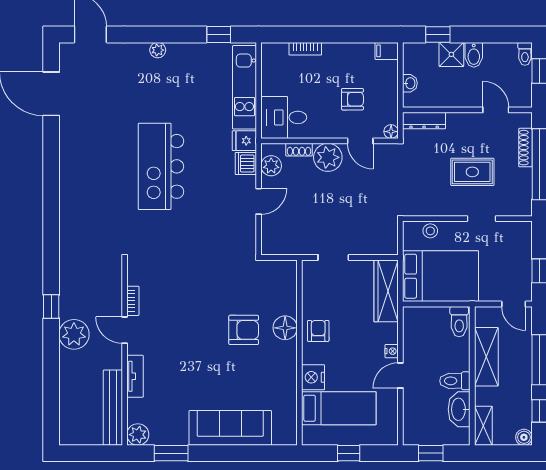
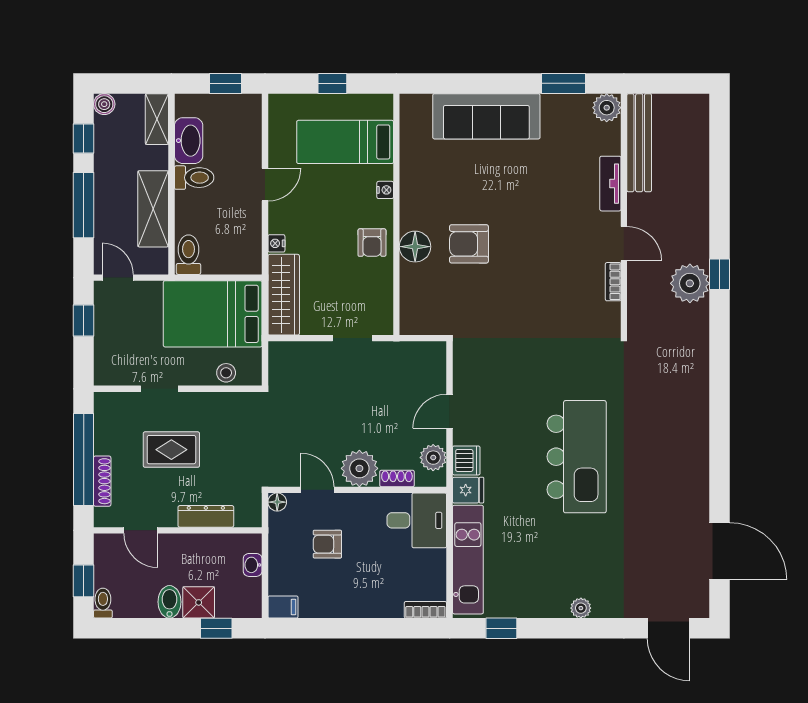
bookcase: (305, 49) -> (425, 610), moved
dresser: (424, 121) -> (206, 516), moved
plant: (74, 334) -> (690, 283), moved
nightstand: (392, 351) -> (276, 243), moved
nightstand: (313, 377) -> (385, 190), width x0.53, depth x0.56

